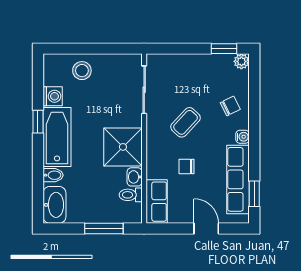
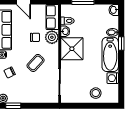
window: (38, 122) -> (121, 44), moved
plant: (157, 167) -> (52, 37), added
washbasin: (54, 205) -> (114, 10), width x0.52, depth x0.69

